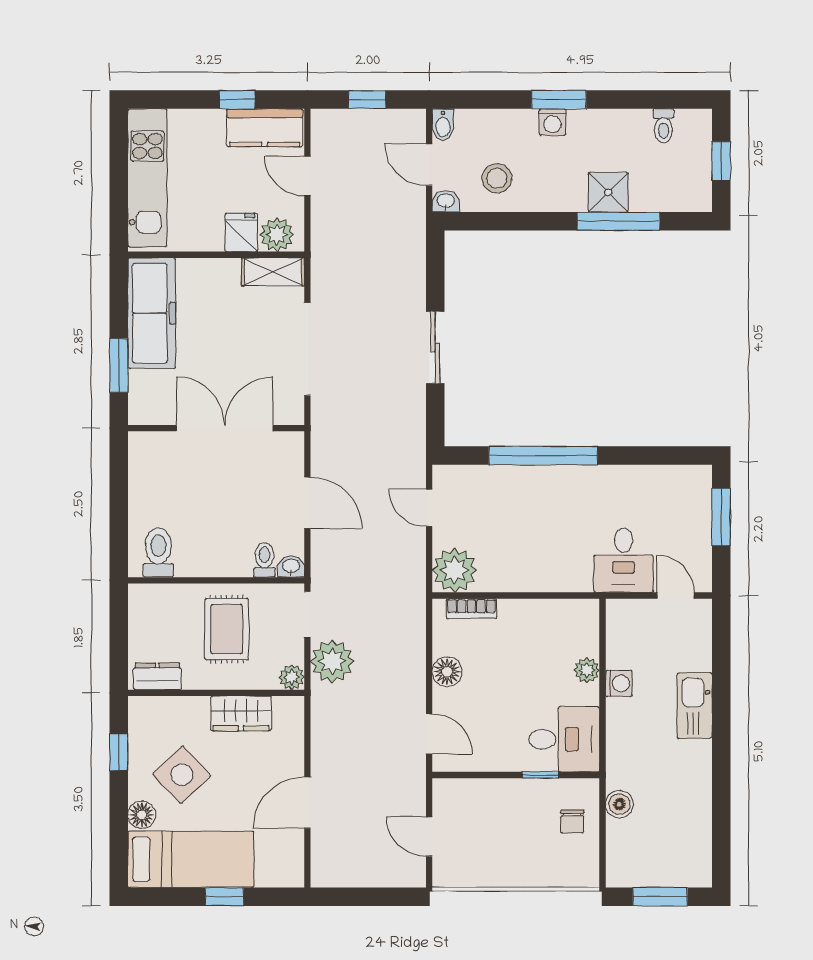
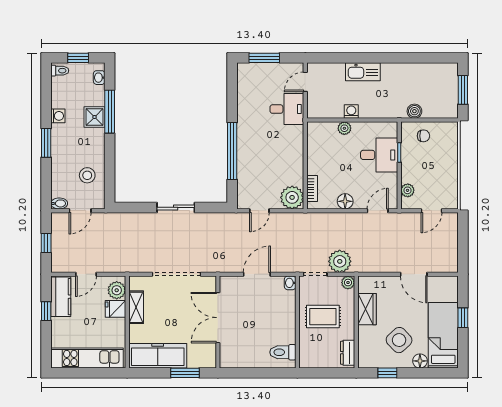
washing machine: (552, 122) -> (58, 116), moved
toilet: (663, 126) -> (60, 71), moved
washbasin: (446, 201) -> (99, 78), moved
shelving: (273, 272) -> (136, 307), moved
toilet: (264, 560) -> (287, 297), removed
desk: (564, 739) -> (379, 155), moved, turned 90
plant: (468, 791) -> (408, 190), added

